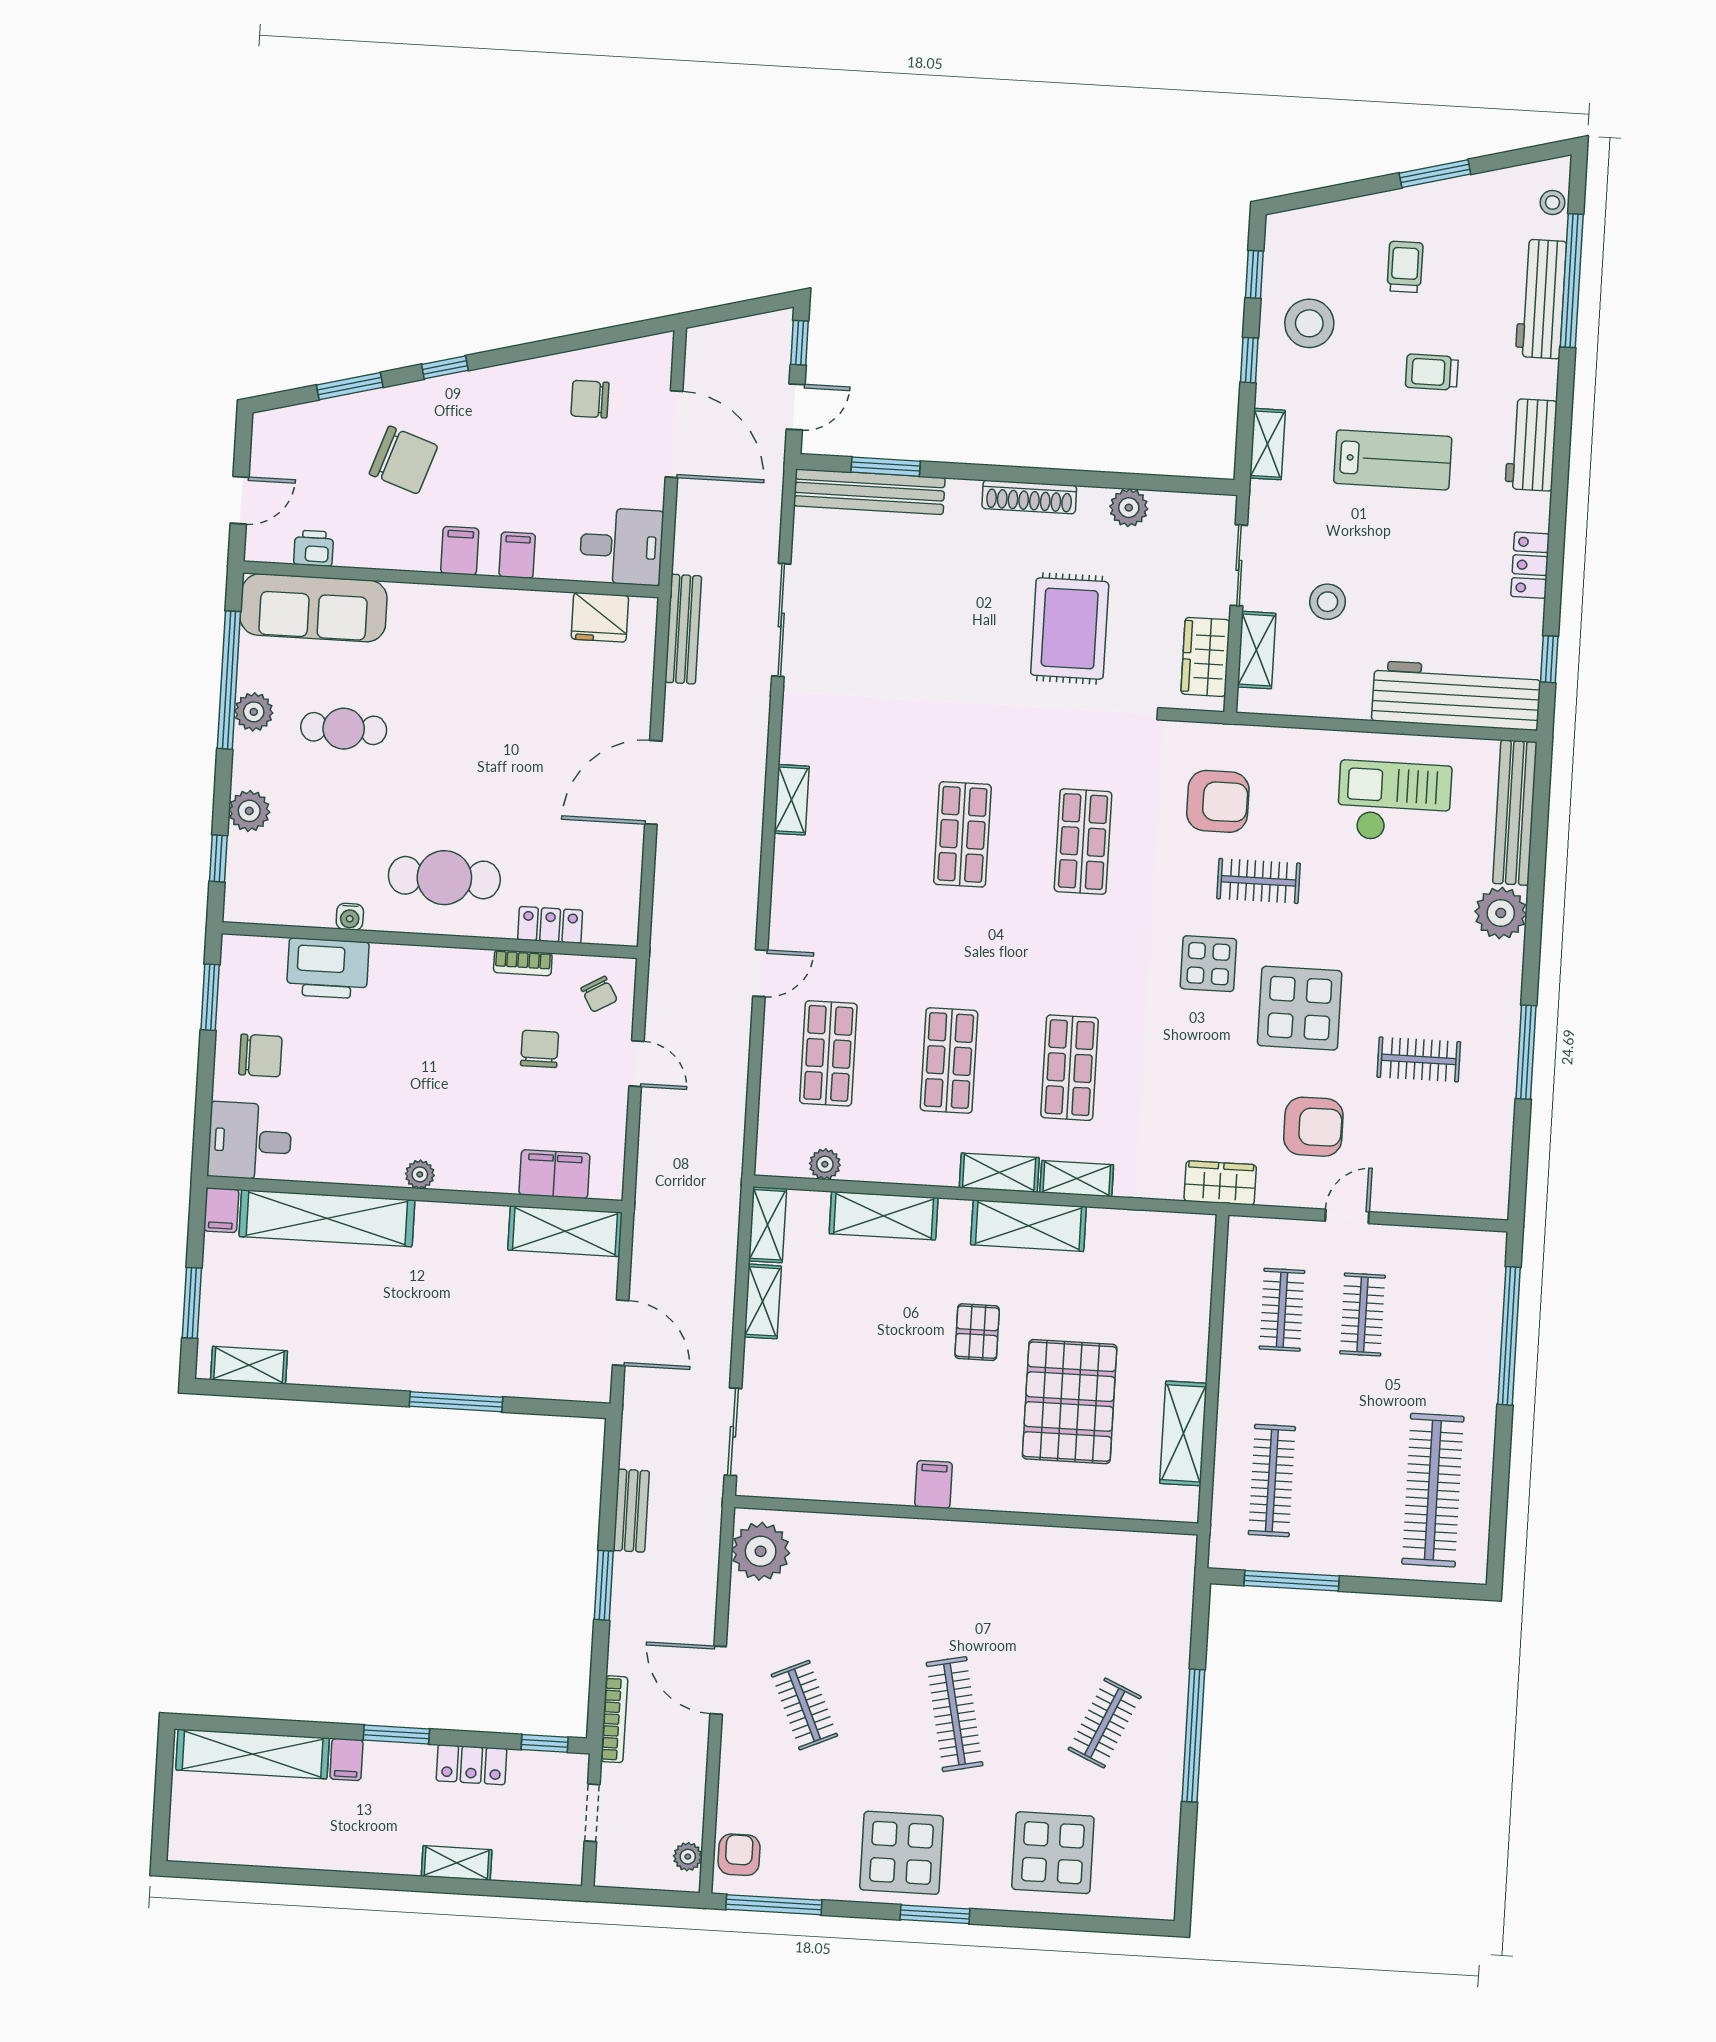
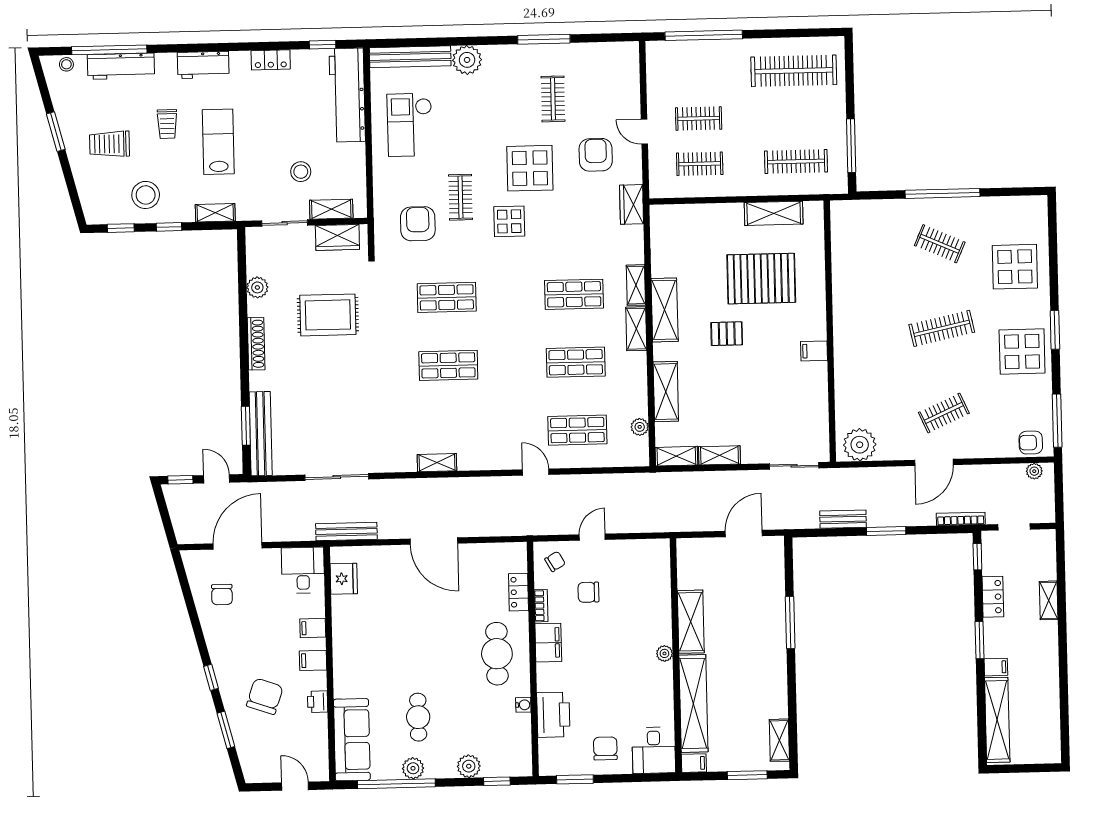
trolley: (1405, 267) -> (109, 144), width x1.36, depth x1.39
printer: (314, 548) -> (318, 702), moved
filing cabinet: (554, 1174) -> (548, 643), moved, turned 180
shelving: (565, 1231) -> (691, 622), moved

